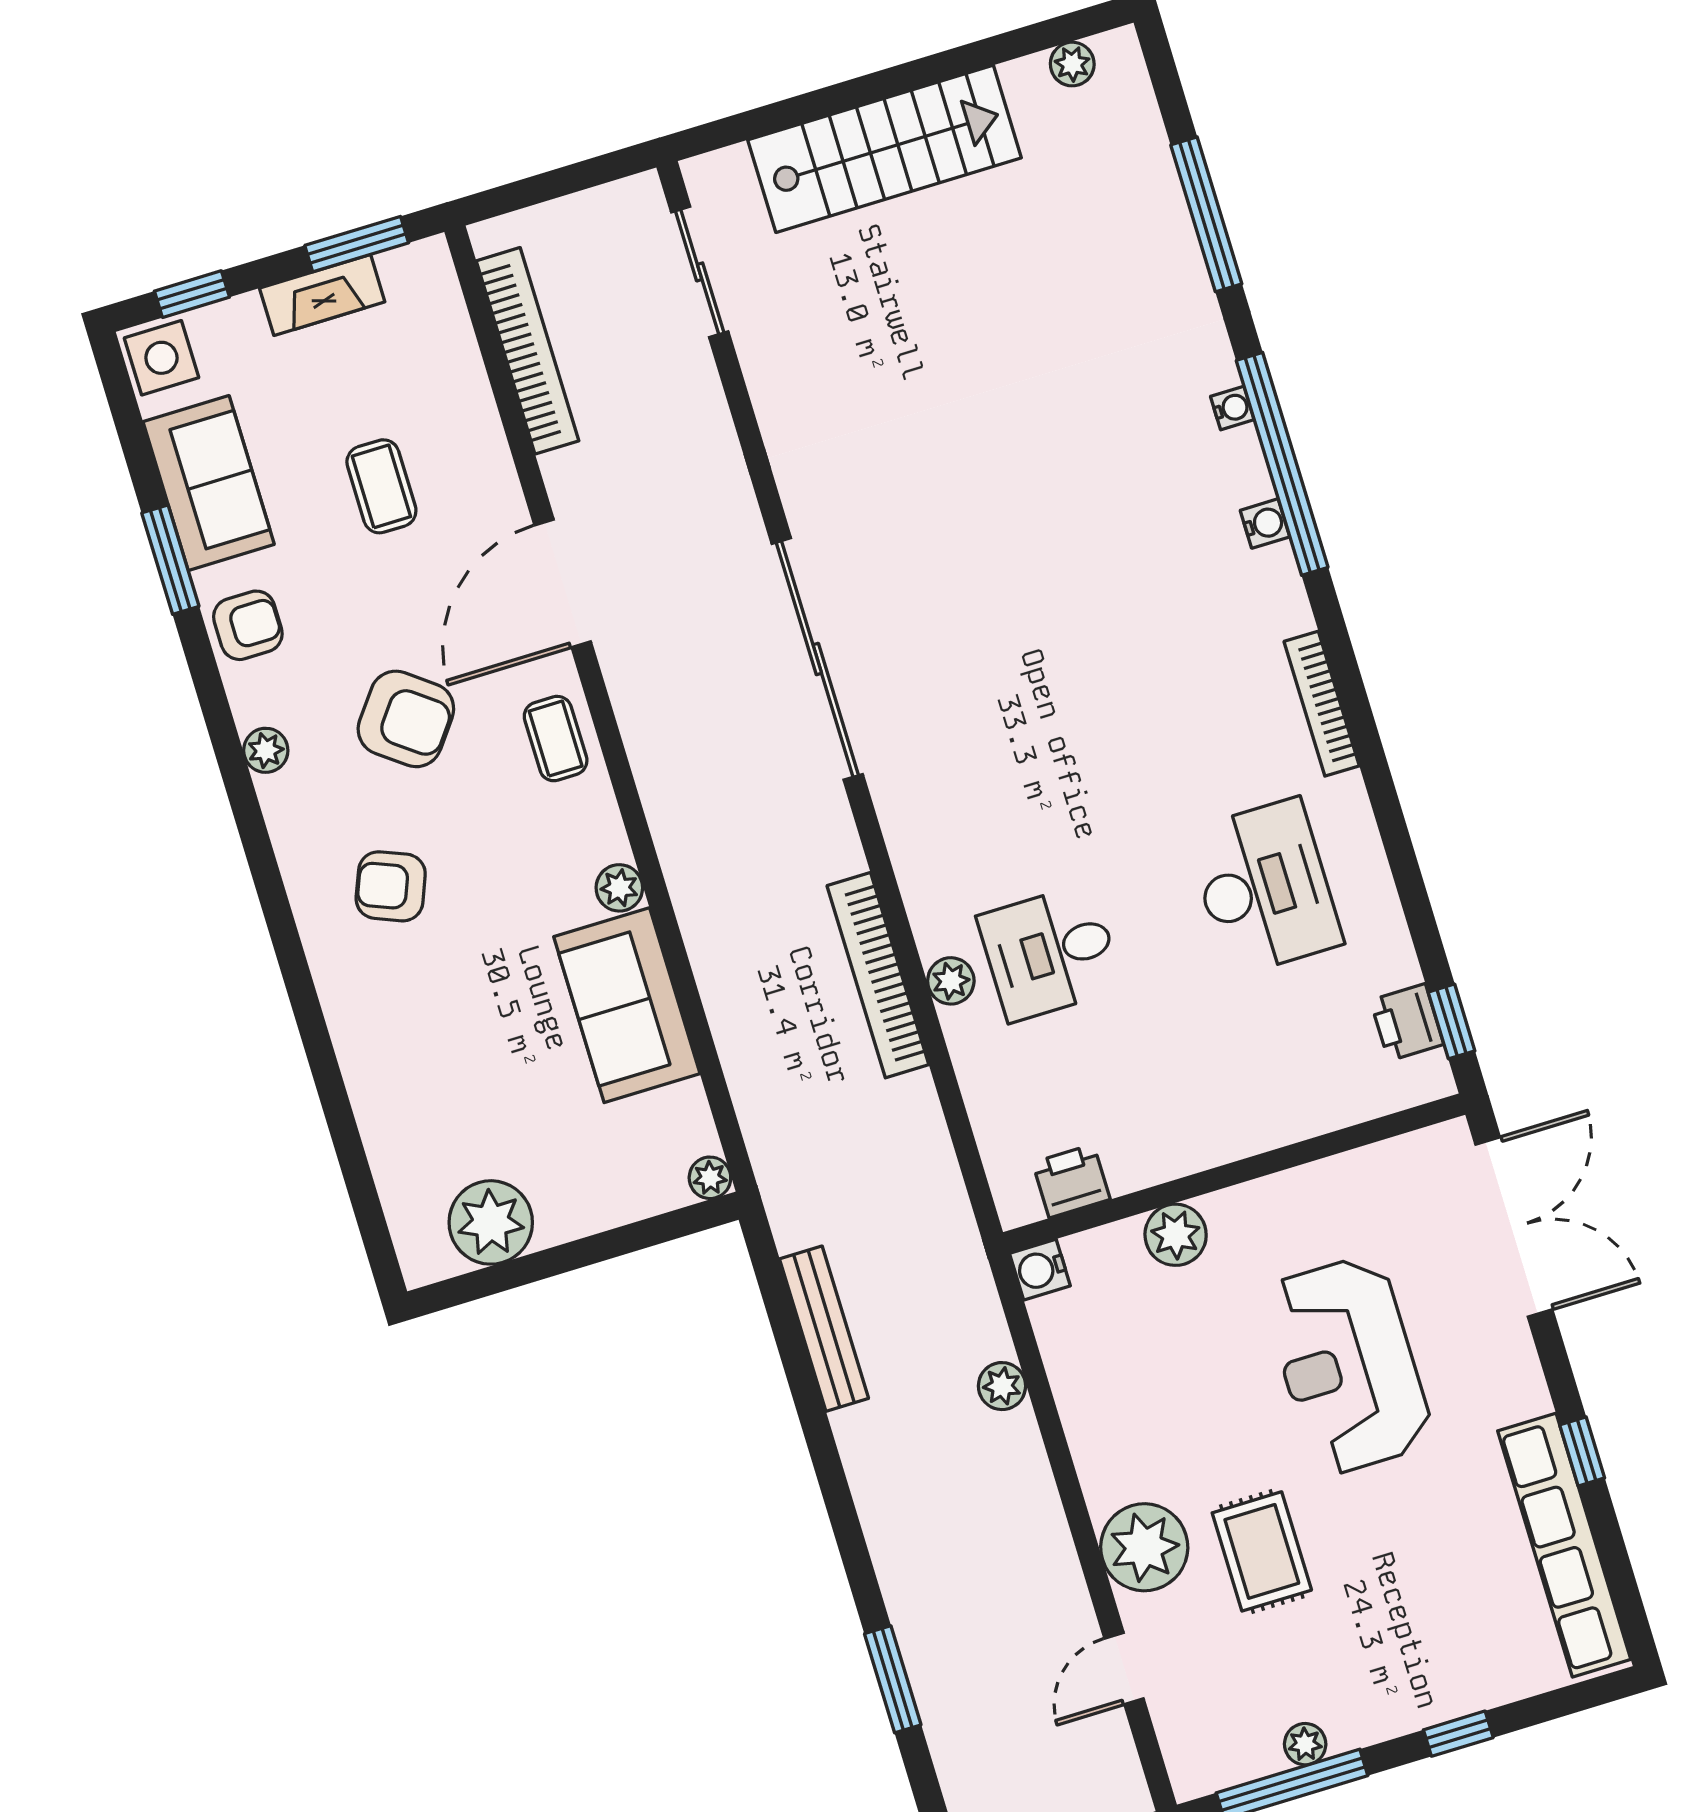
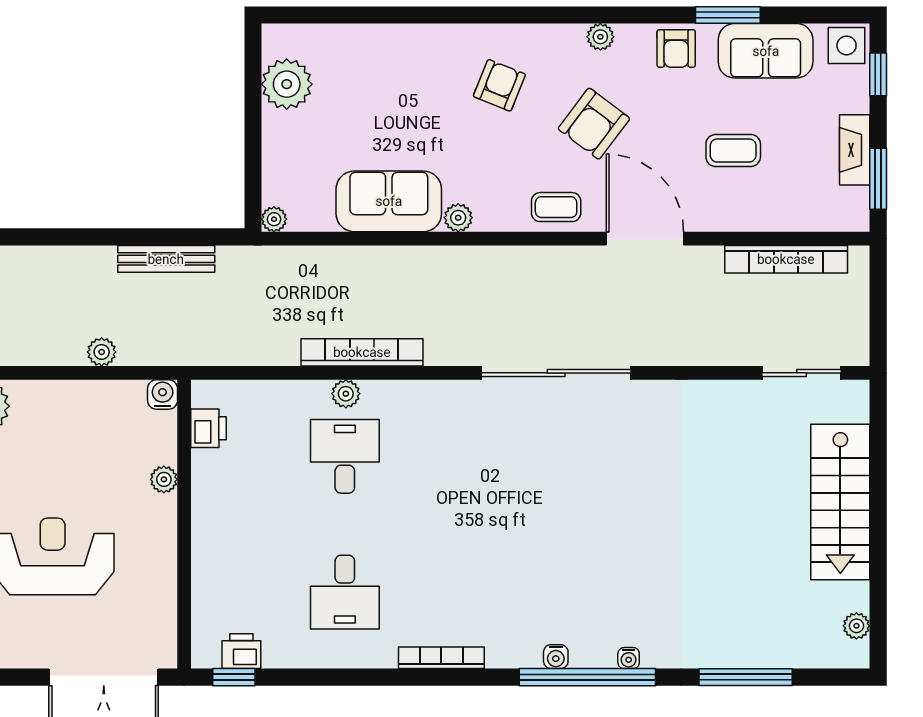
desk: (1264, 887) -> (345, 592), width x0.73
plant: (1176, 1235) -> (164, 479), width x0.73, depth x0.73

